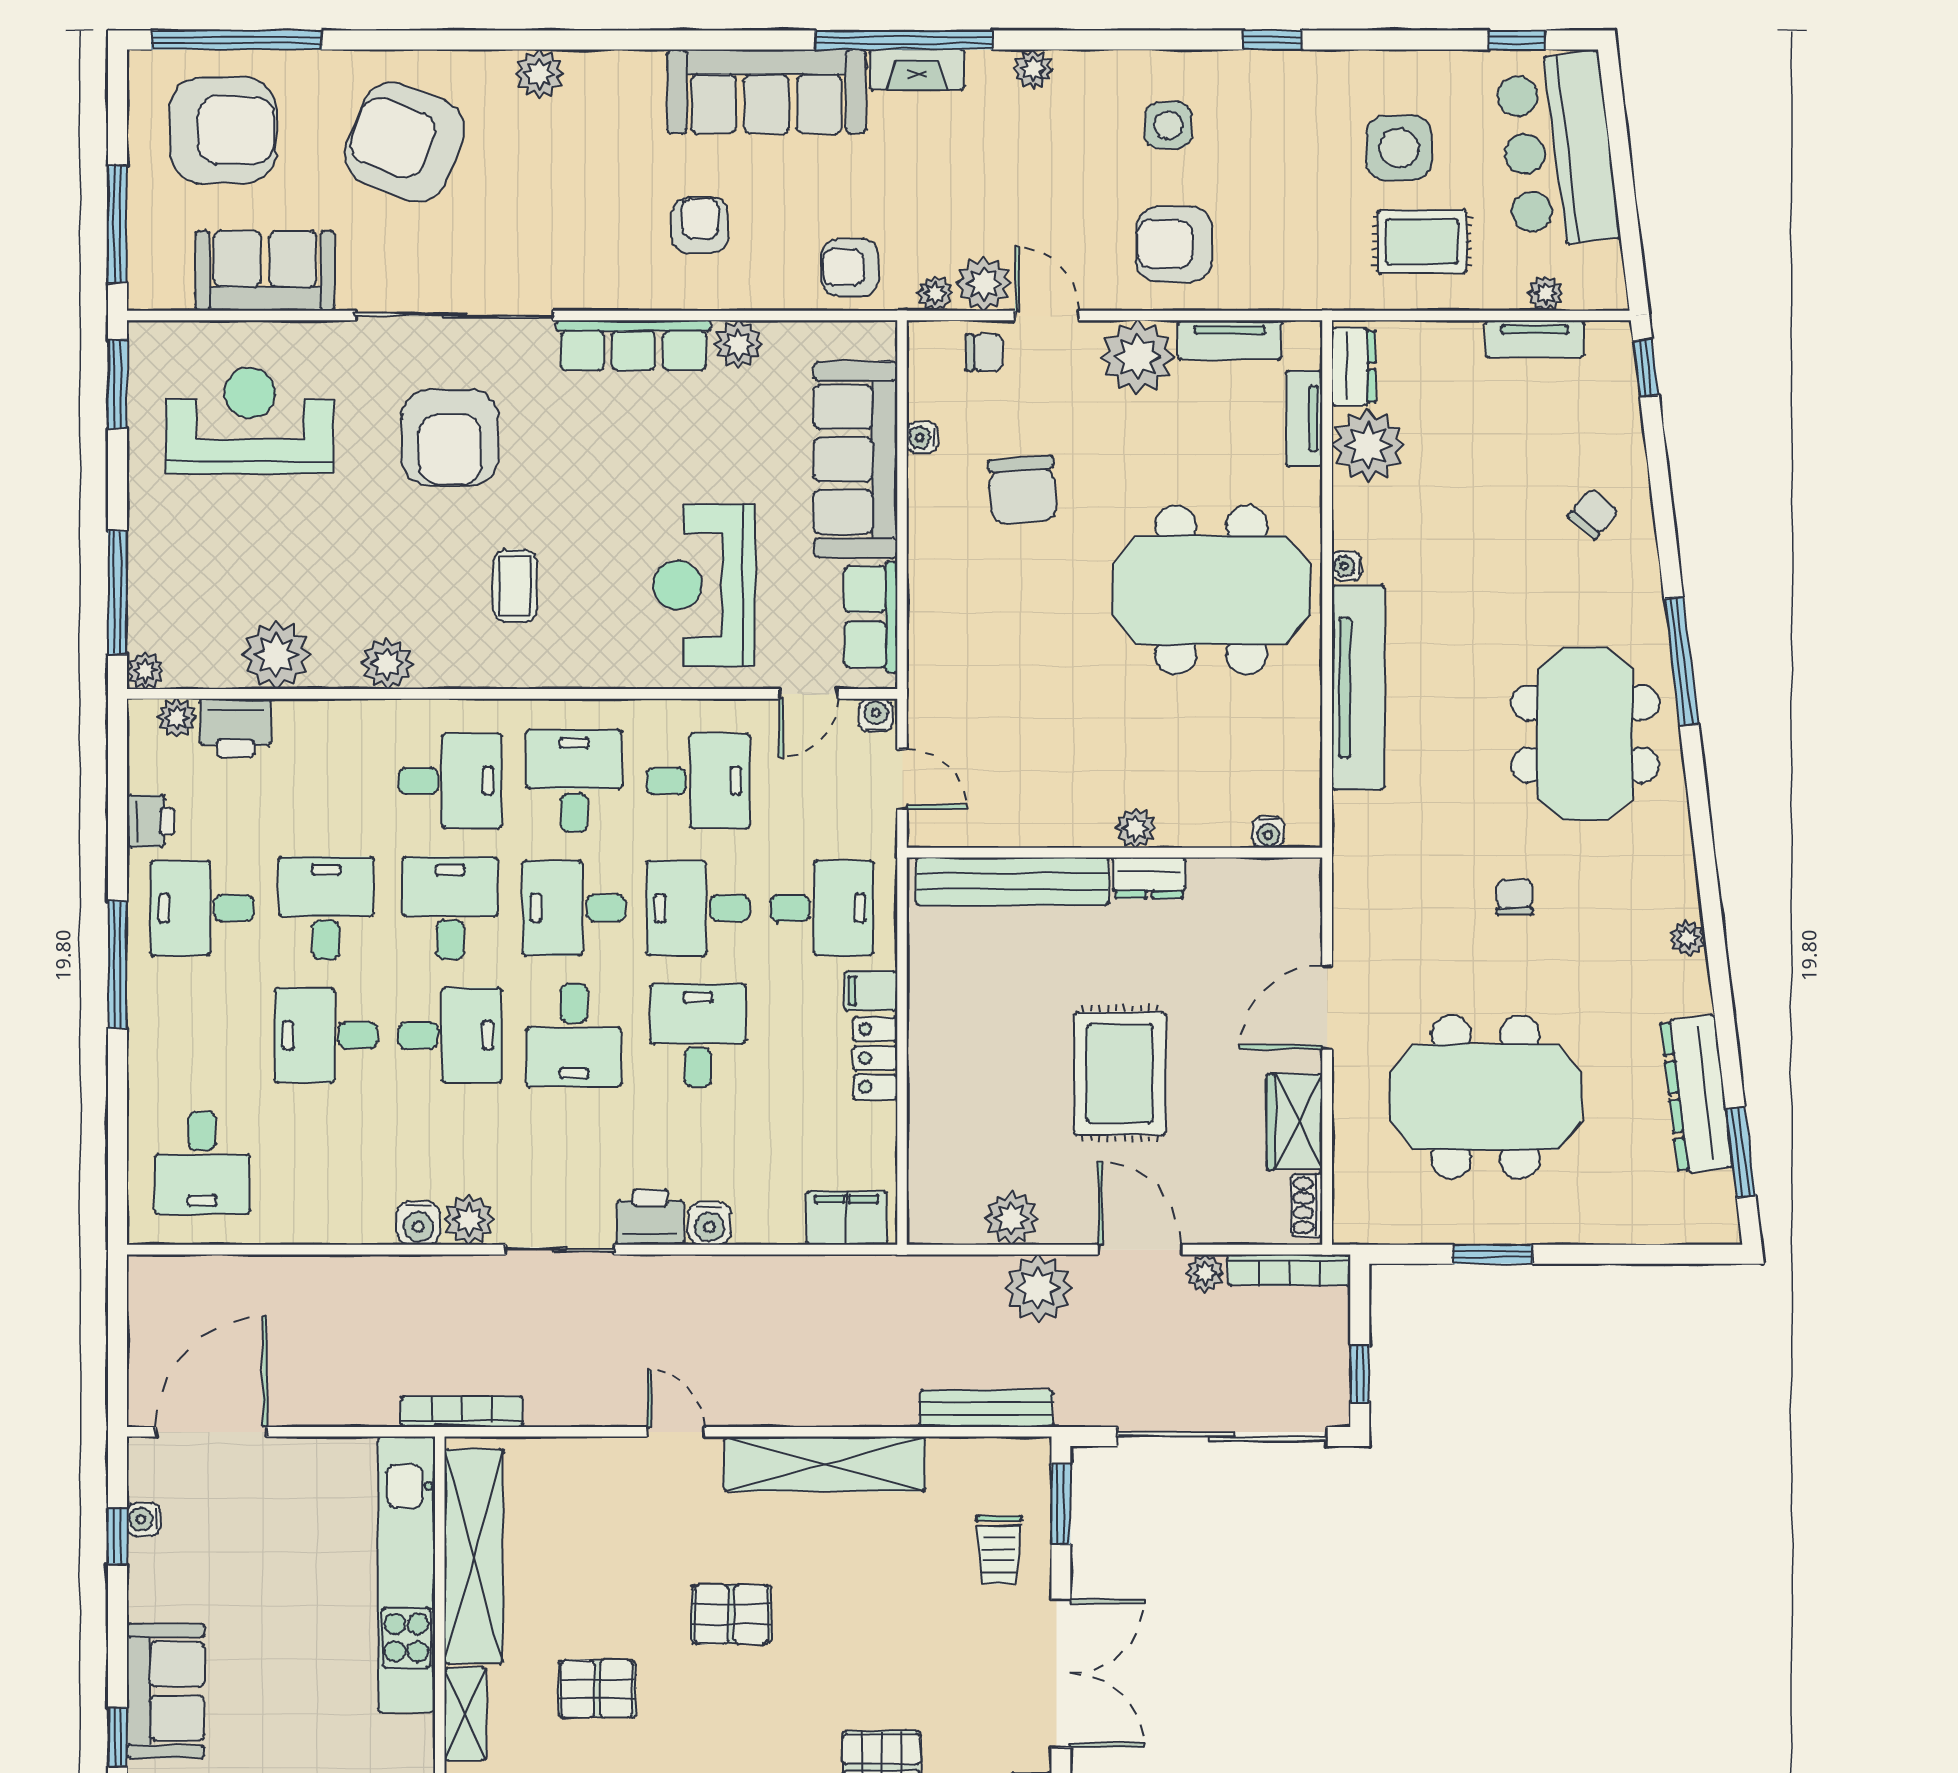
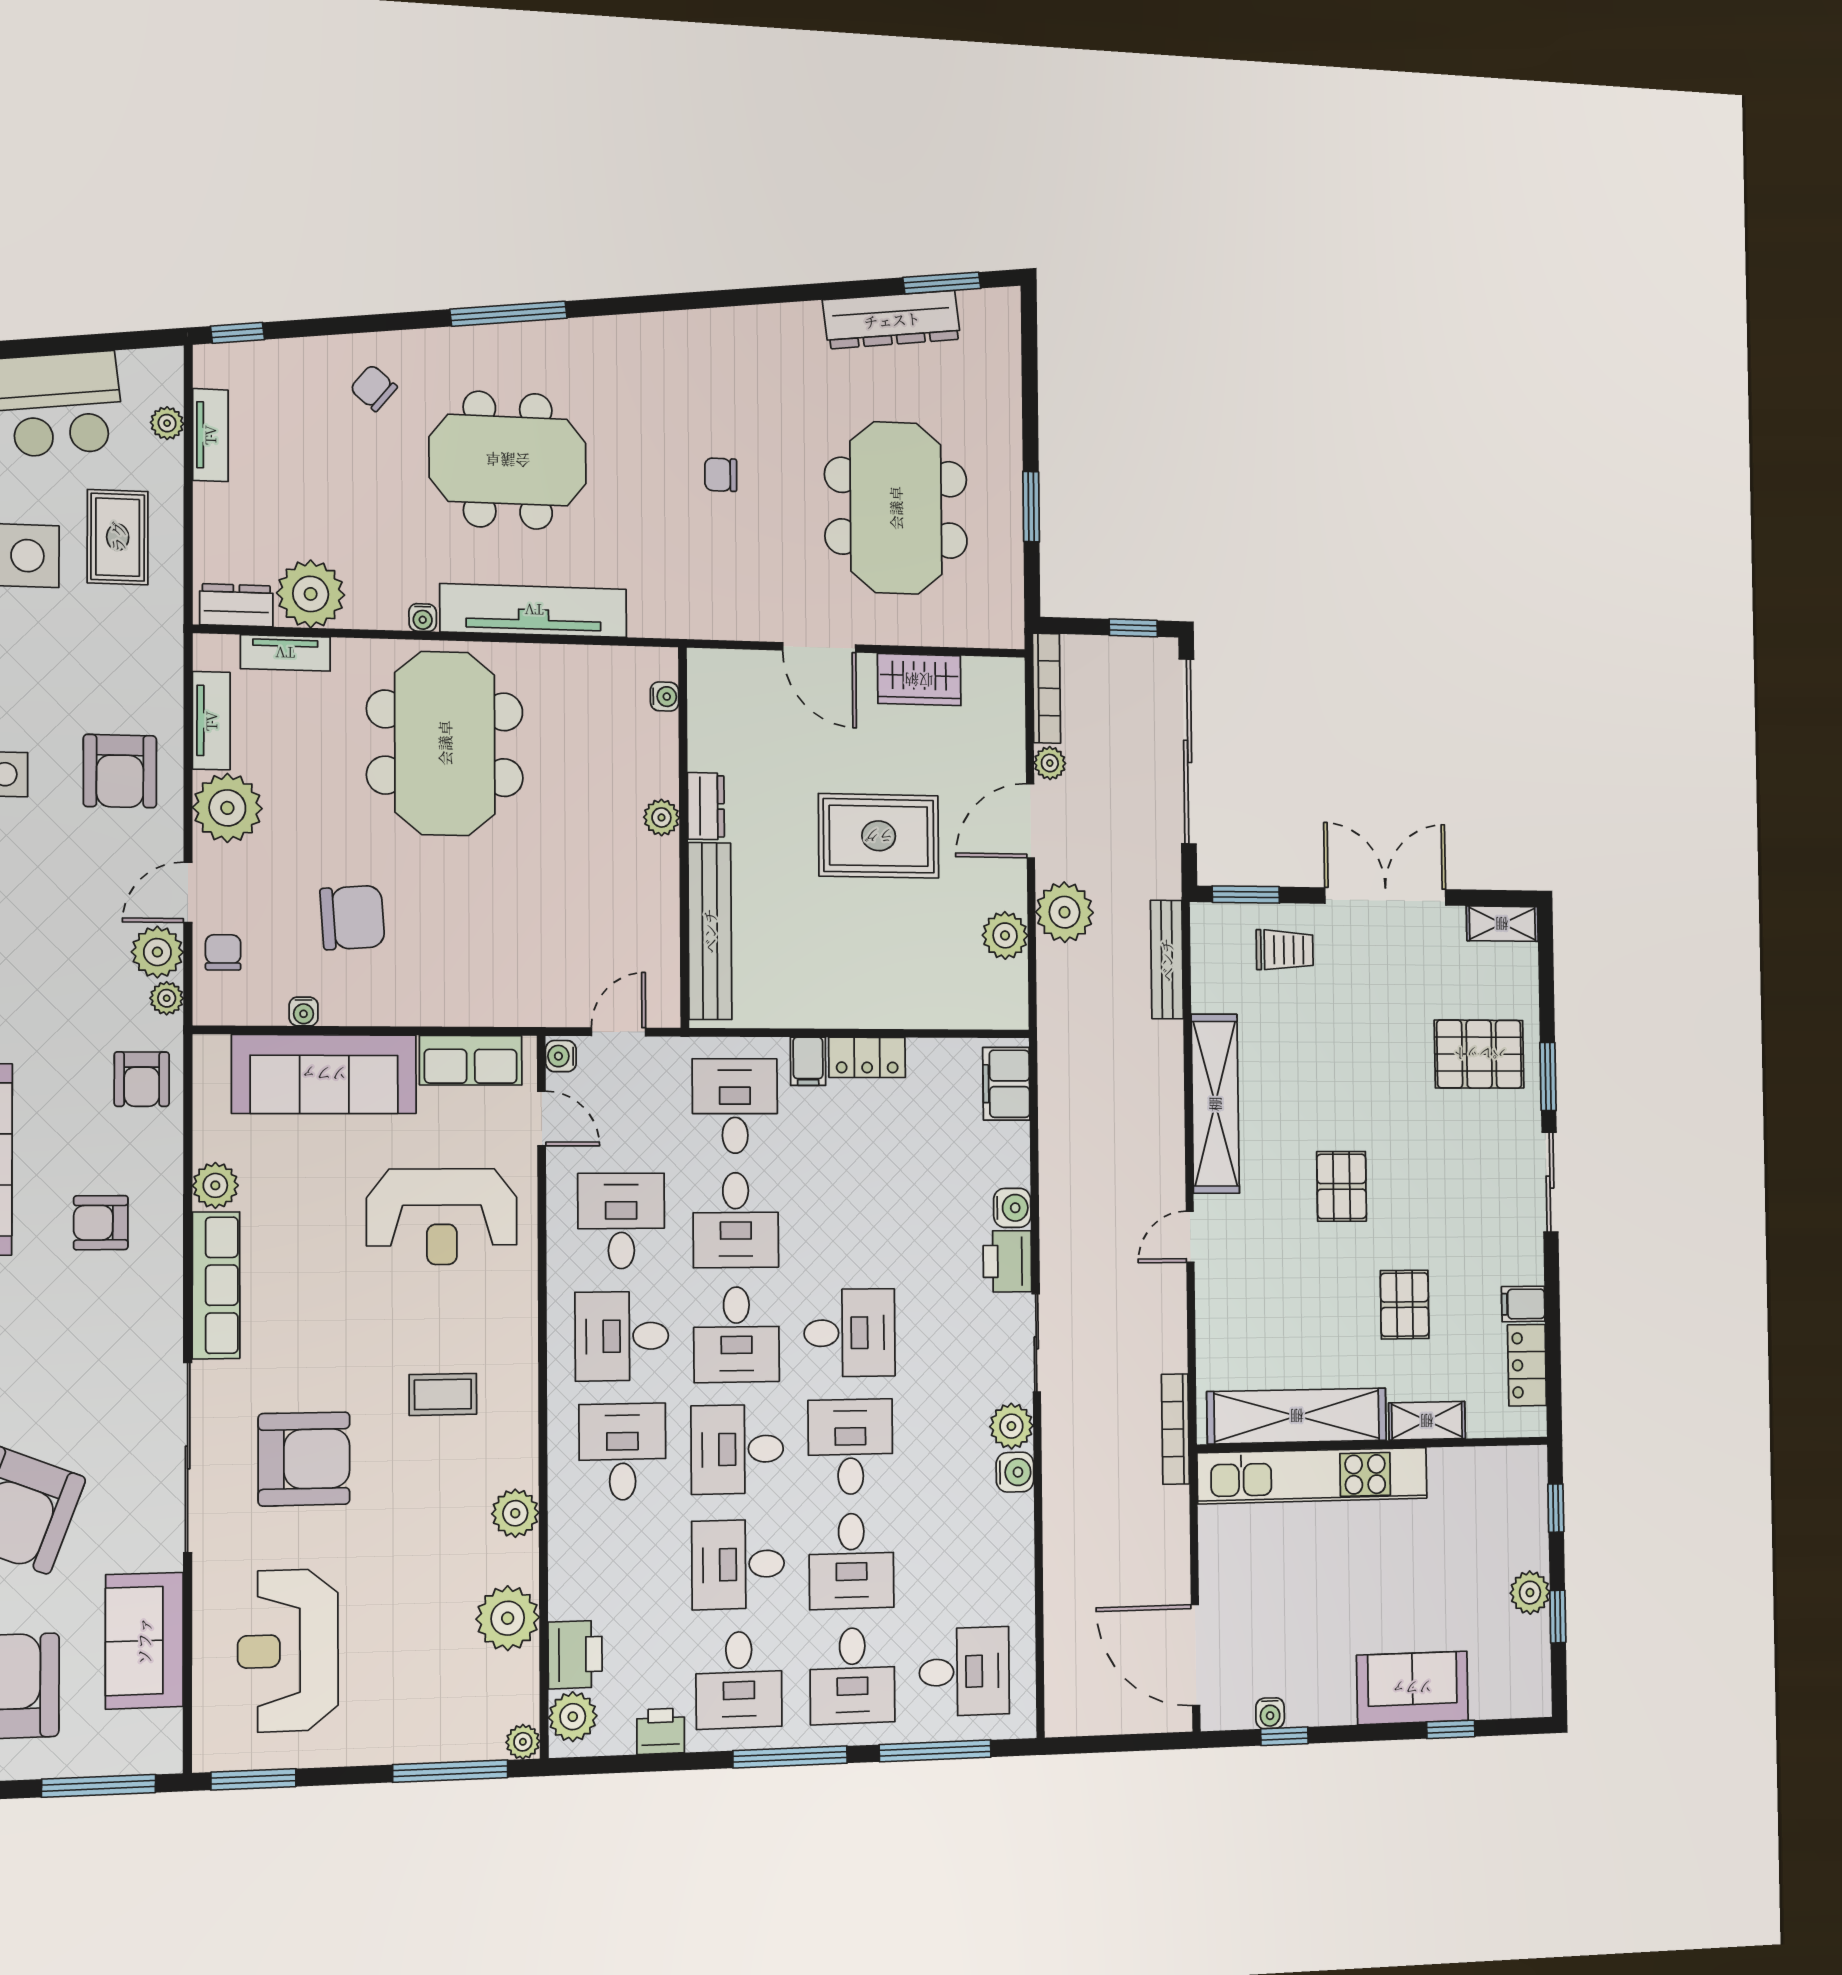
plant: (177, 718) -> (573, 1717), width x1.38, depth x1.38
meeting table: (1585, 734) -> (508, 460), moved
plant: (1688, 938) -> (756, 321), removed
desk: (698, 1035) -> (852, 1676), moved, turned -90
window: (117, 1129) -> (935, 1751), added
shoe rack: (1307, 1205) -> (991, 670), removed

